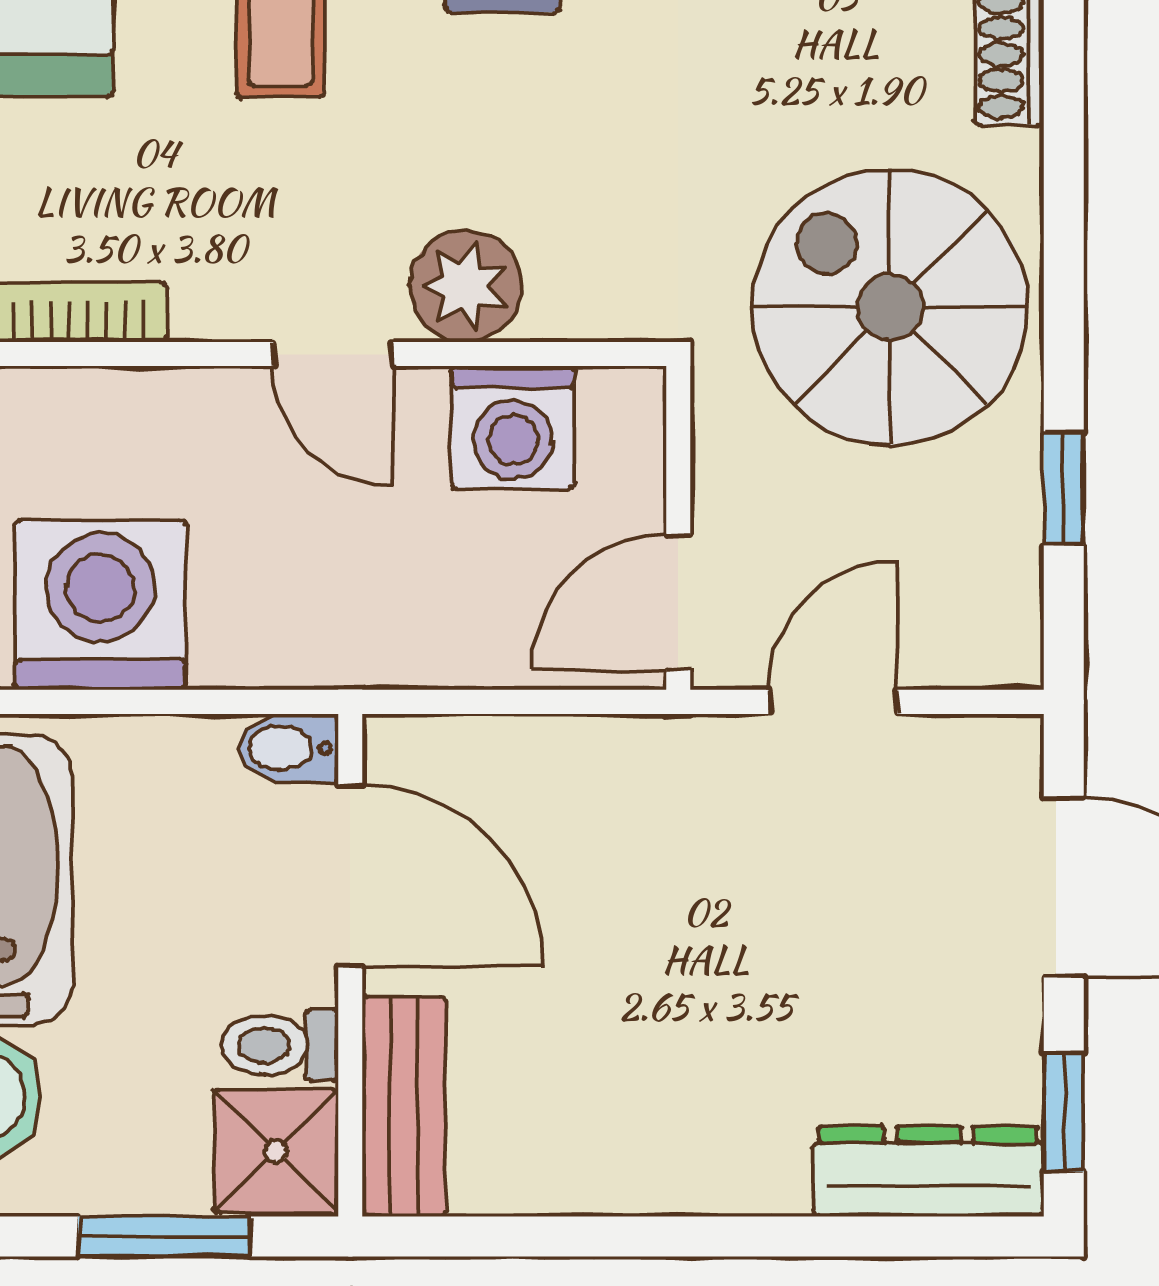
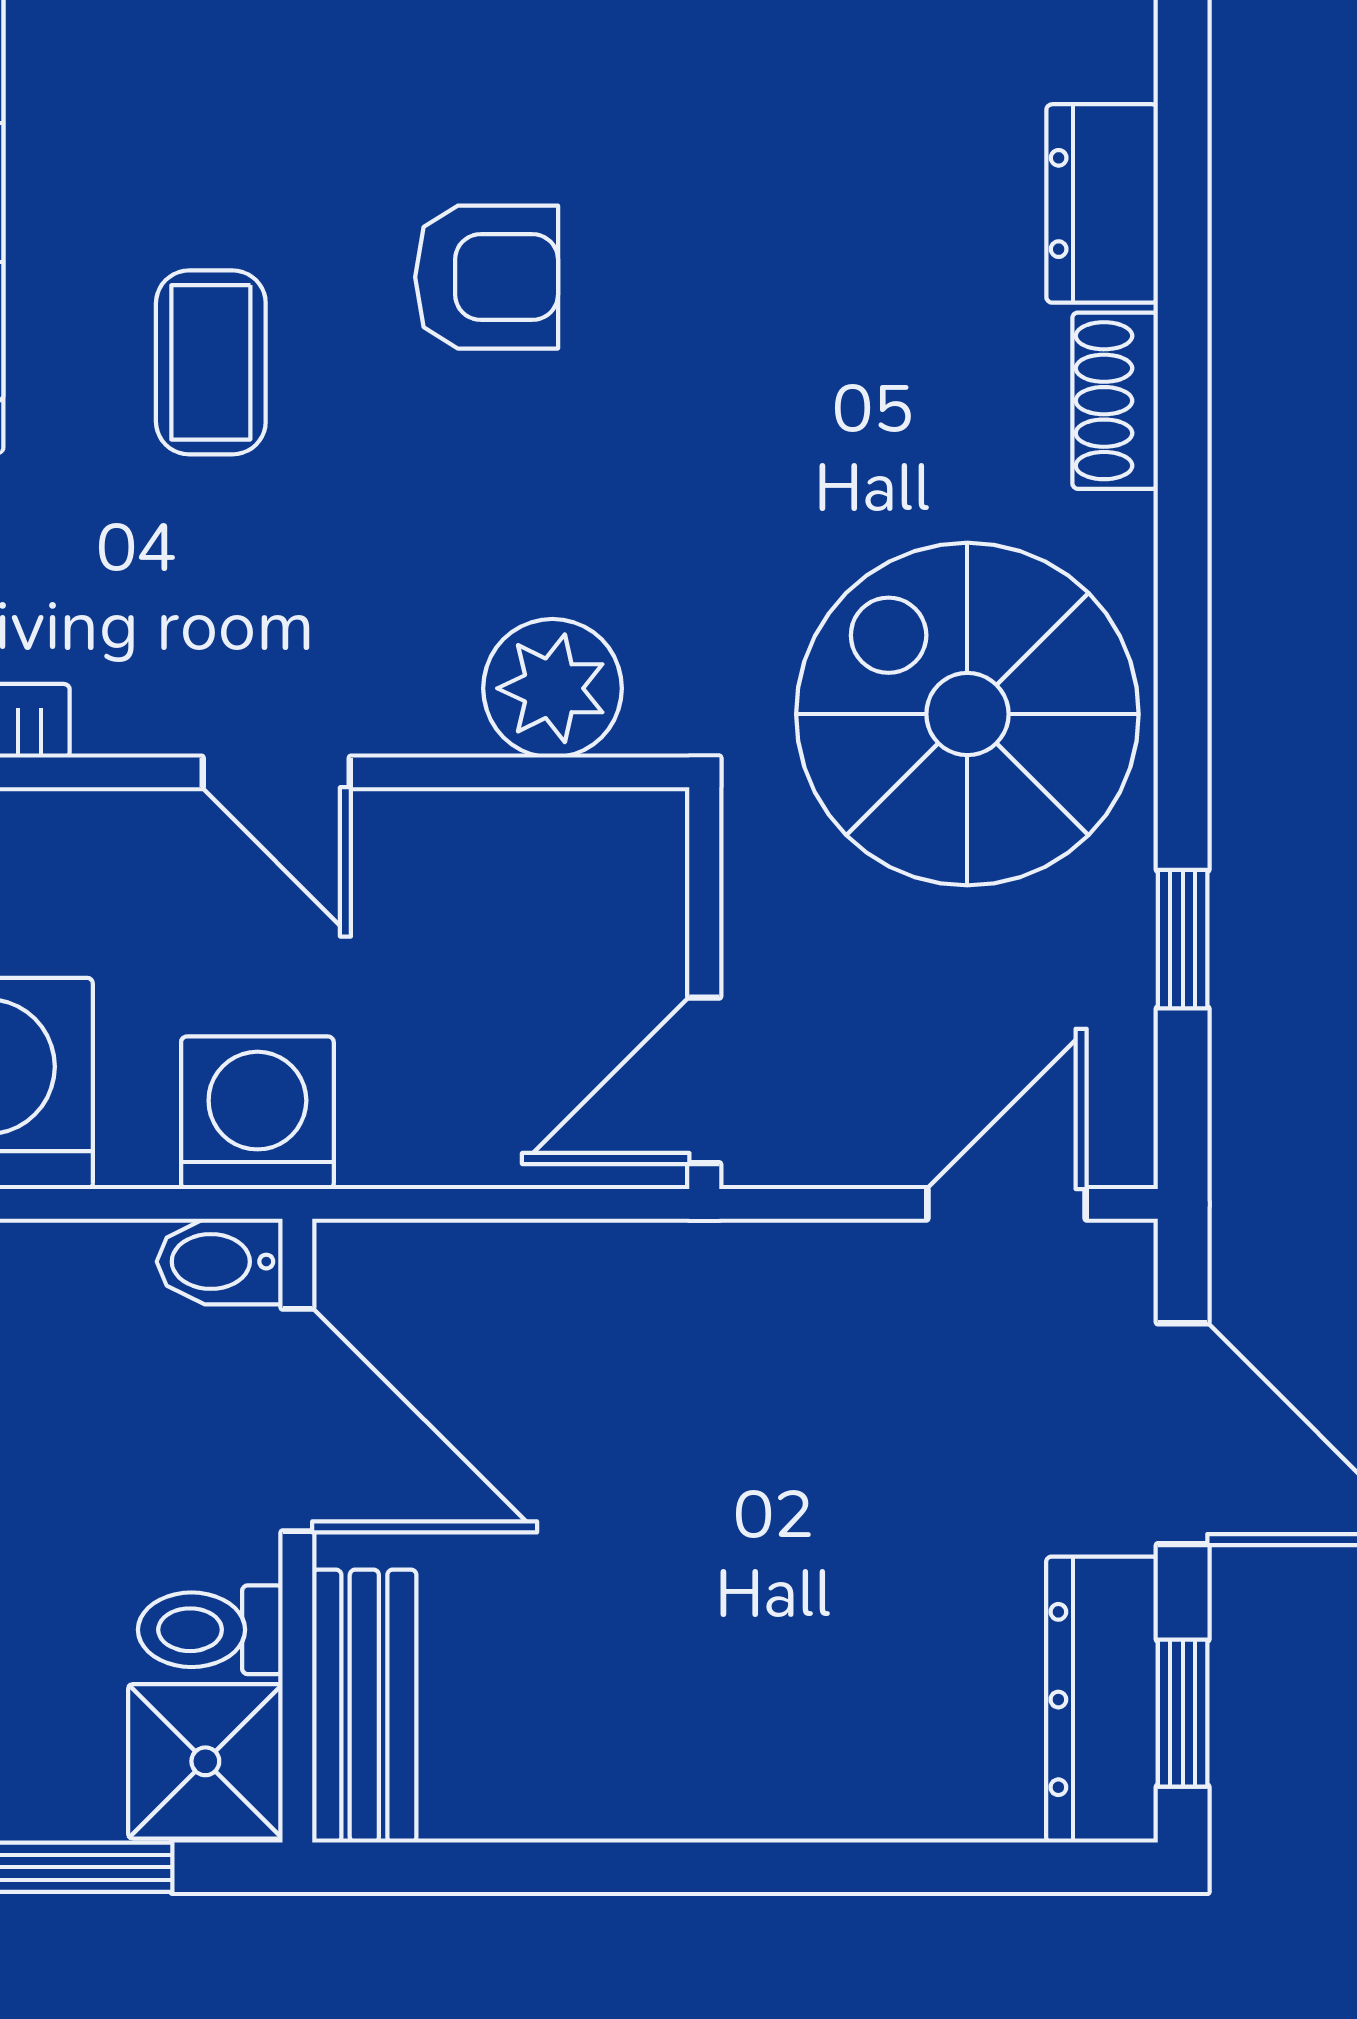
plant: (465, 286) -> (552, 688), moved
washing machine: (513, 427) -> (257, 1113), moved, turned 180
door: (833, 702) -> (1007, 1204), moved
dresser: (929, 1171) -> (1102, 1700), moved, turned -90

